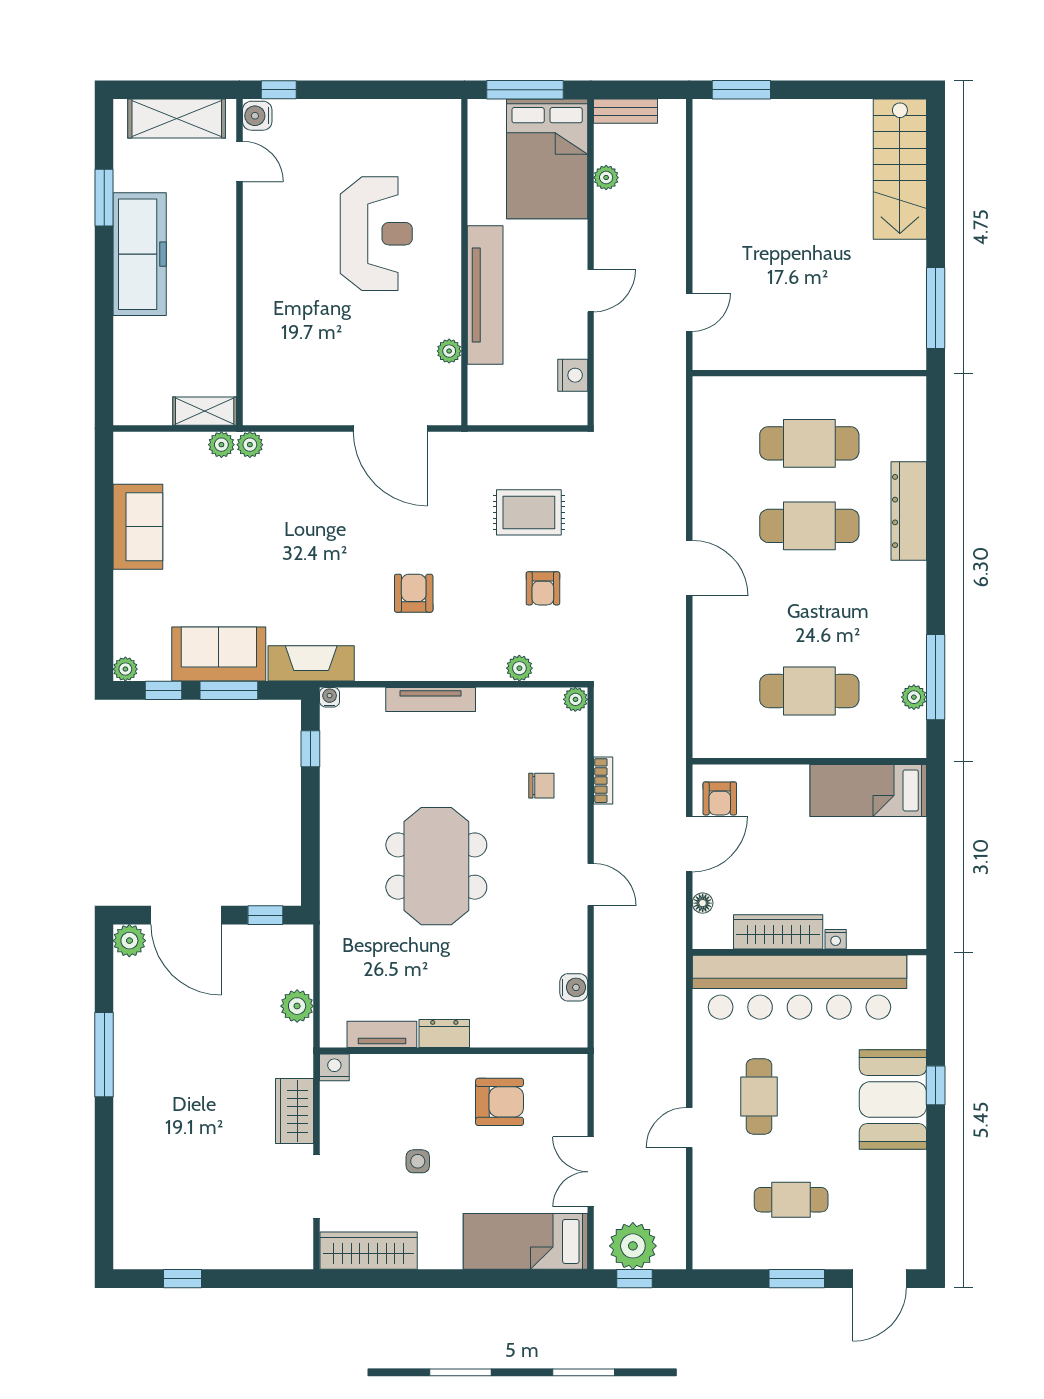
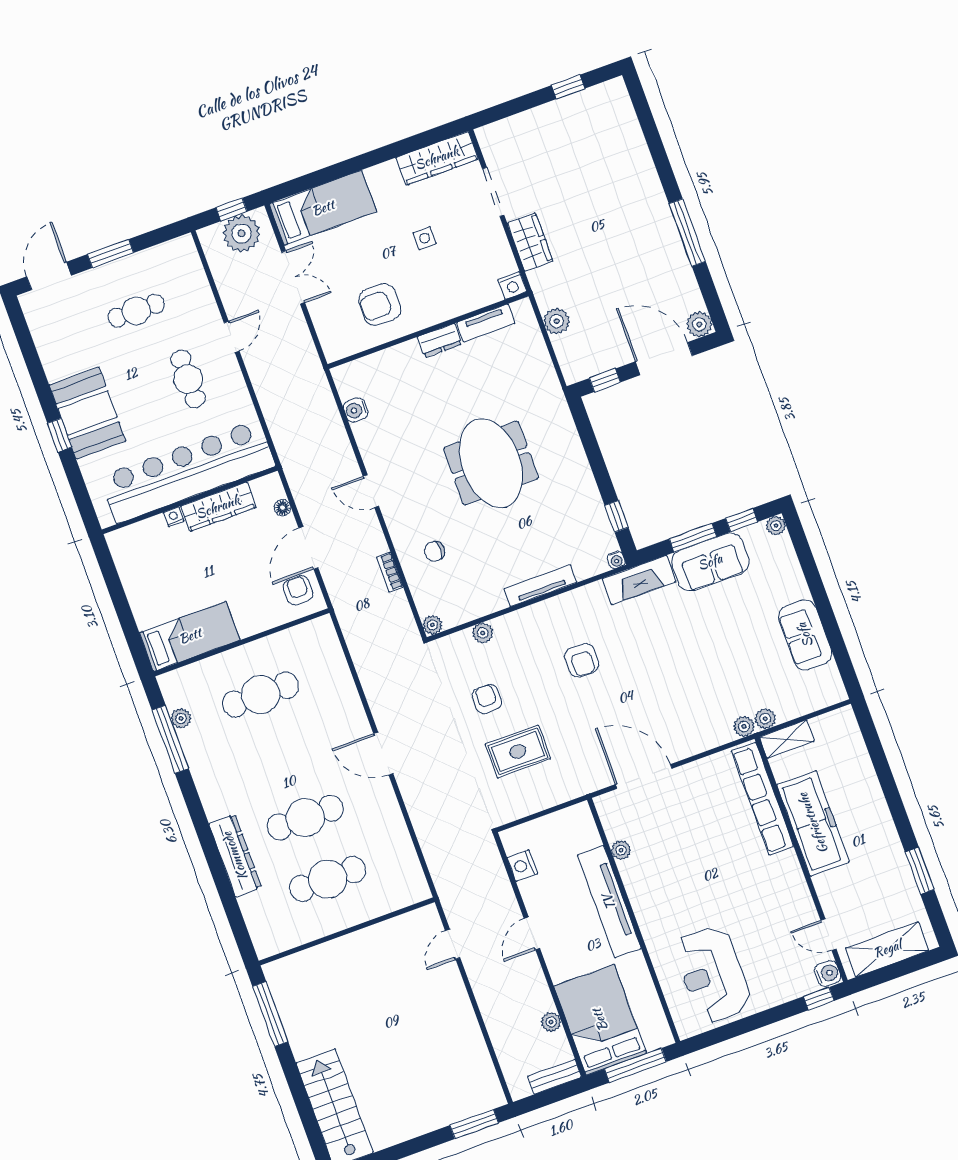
reception desk: (376, 234) -> (713, 975), moved
freezer: (140, 254) -> (813, 823), moved, turned 180
row of seats: (259, 351) -> (762, 799), added

